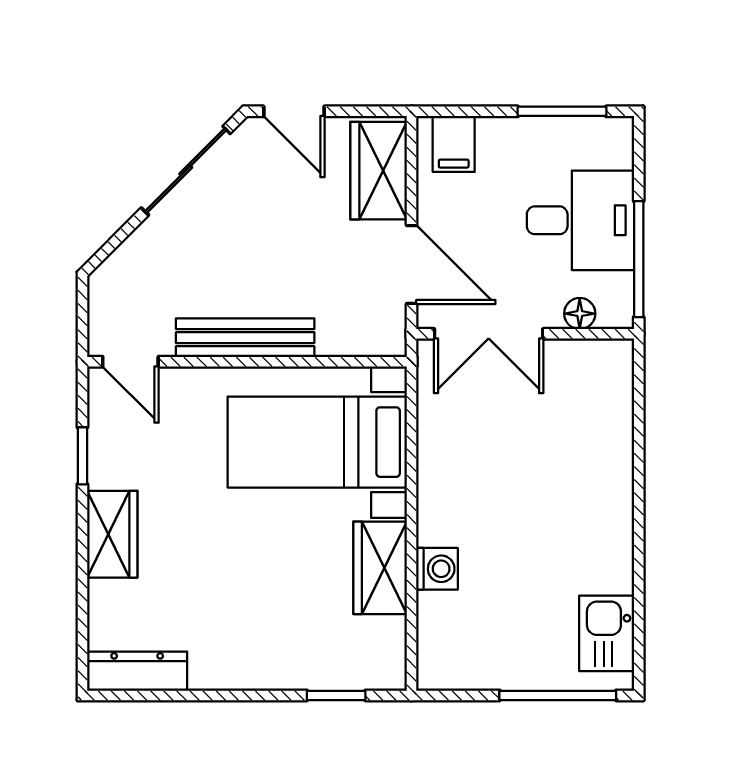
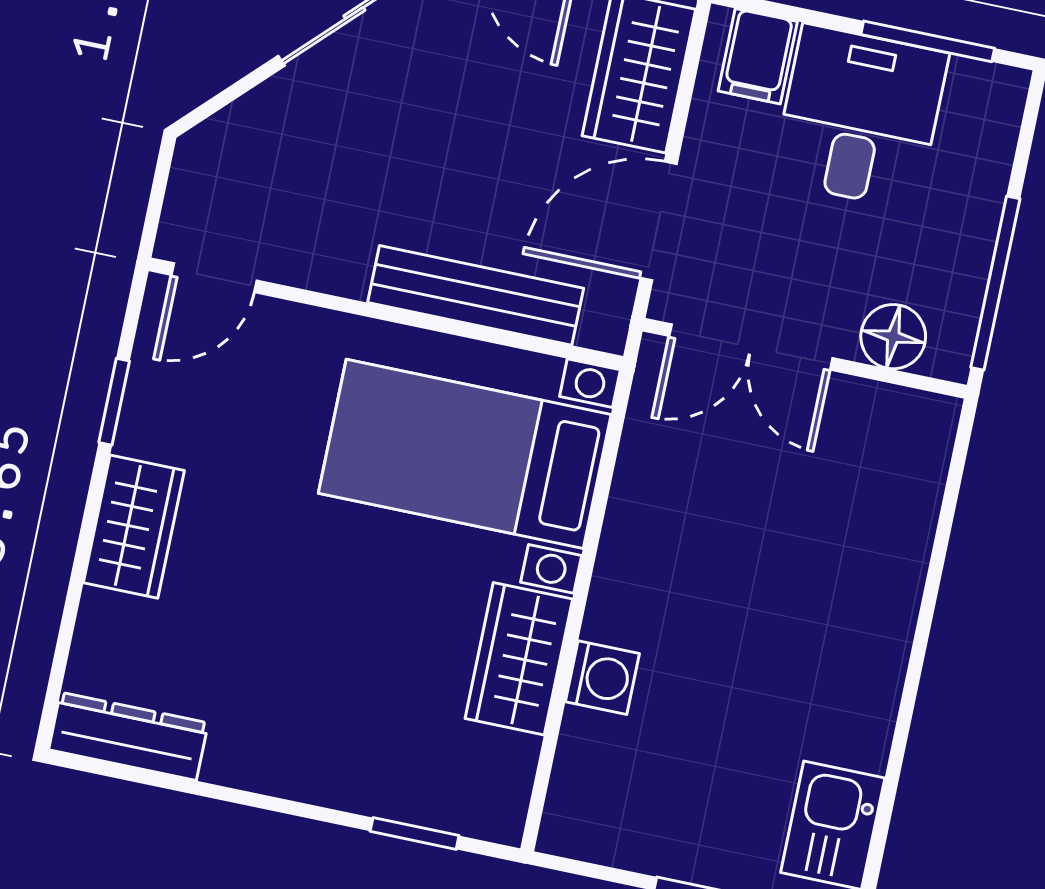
desk: (580, 220) -> (860, 117), moved, turned -90
door: (412, 265) -> (659, 221), swing flipped
floor lamp: (580, 314) -> (893, 337), width x1.37, depth x1.37
bench: (245, 338) -> (476, 295), moved
door: (130, 362) -> (214, 278), hinge flipped

